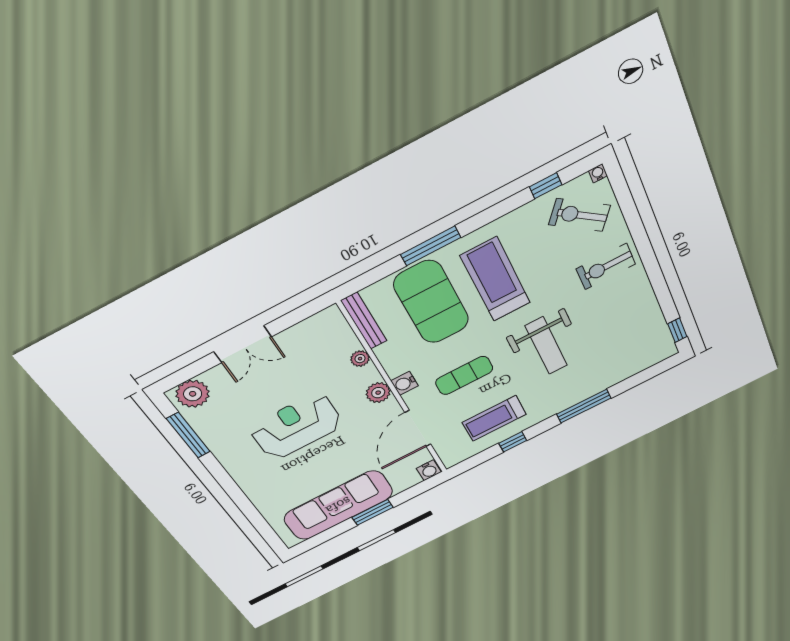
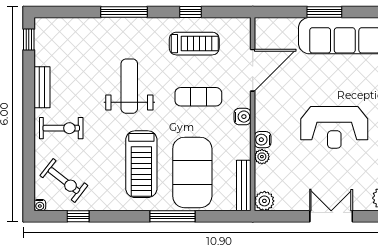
bench: (645, 294) -> (42, 87), added
plant: (378, 393) -> (264, 201), moved
water cooler: (429, 470) -> (263, 140), moved, turned -90

